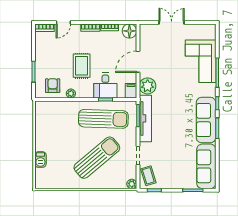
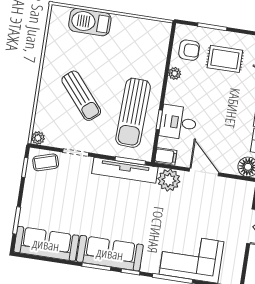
rug: (82, 66) -> (225, 59), moved
sun lounger: (97, 158) -> (81, 96), width x0.73, depth x0.75
barbecue: (40, 160) -> (90, 22), width x1.88, depth x1.53

